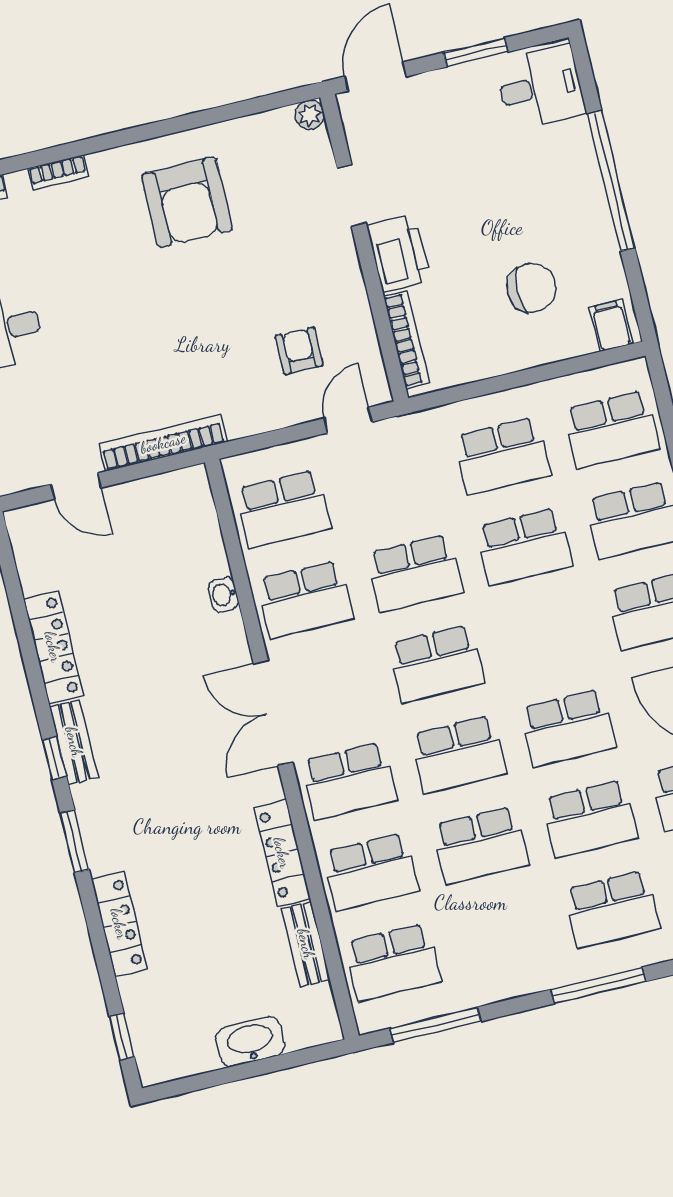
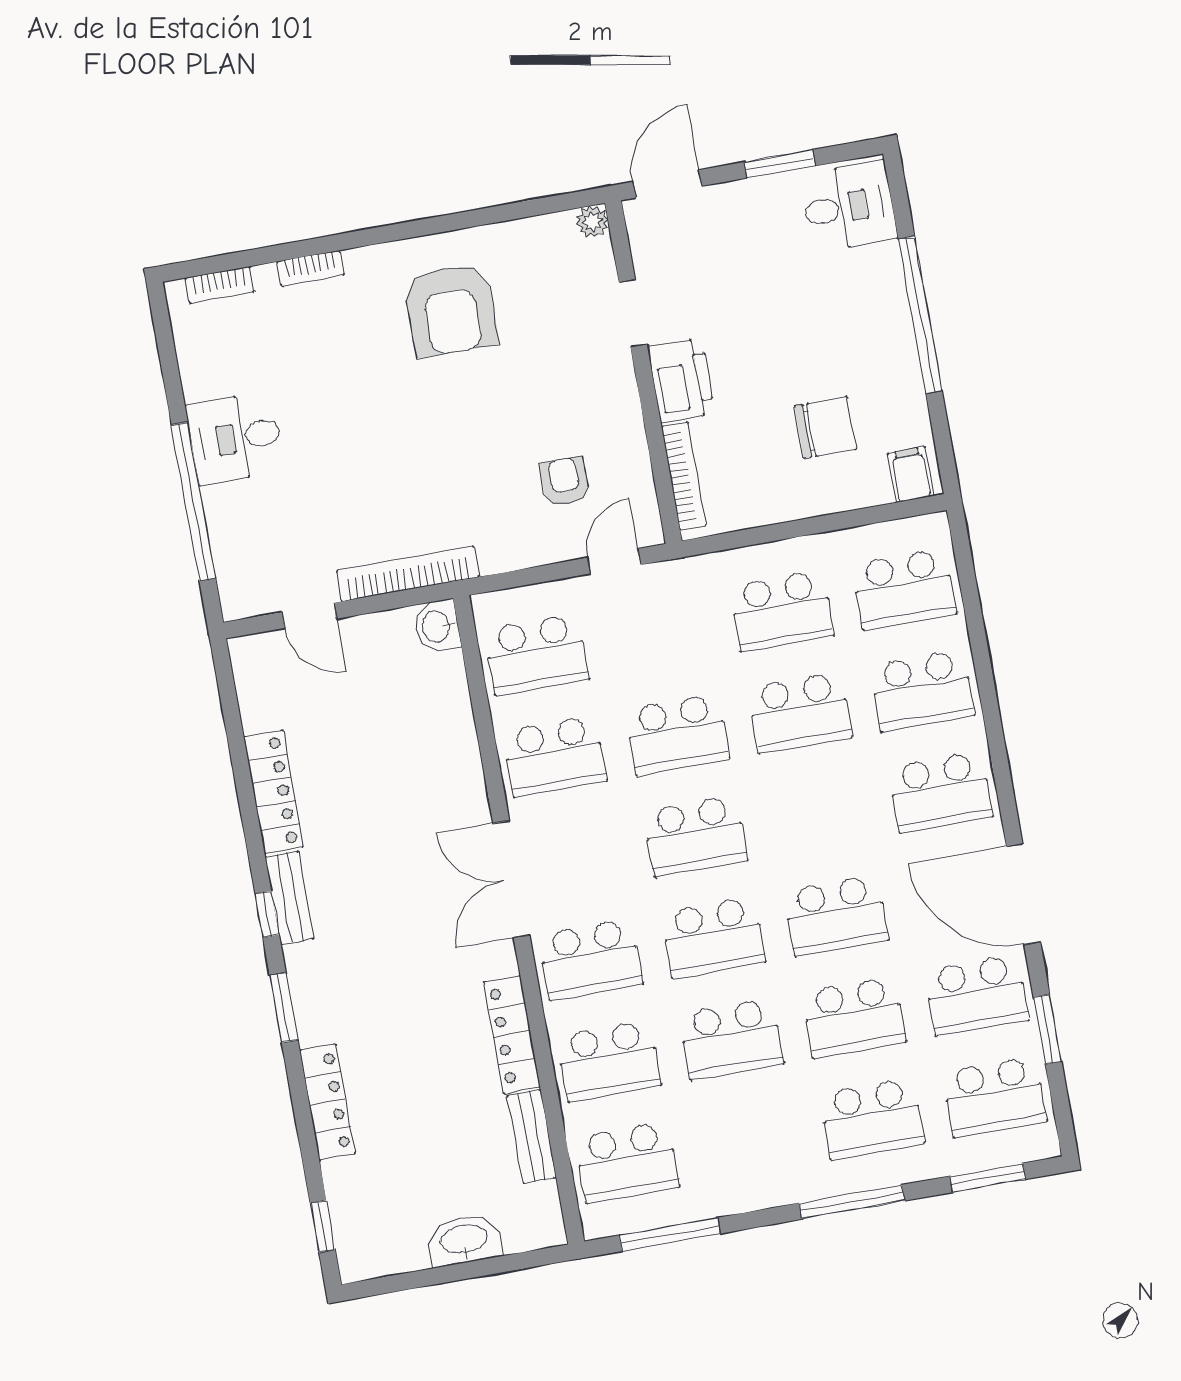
washbasin: (223, 595) -> (437, 626), moved, width x1.38, depth x1.45

